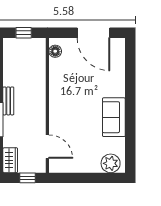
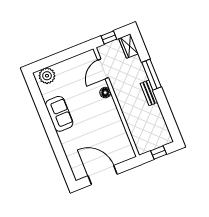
floor lamp: (55, 51) -> (105, 93), moved
door: (47, 147) -> (103, 69), hinge flipped

